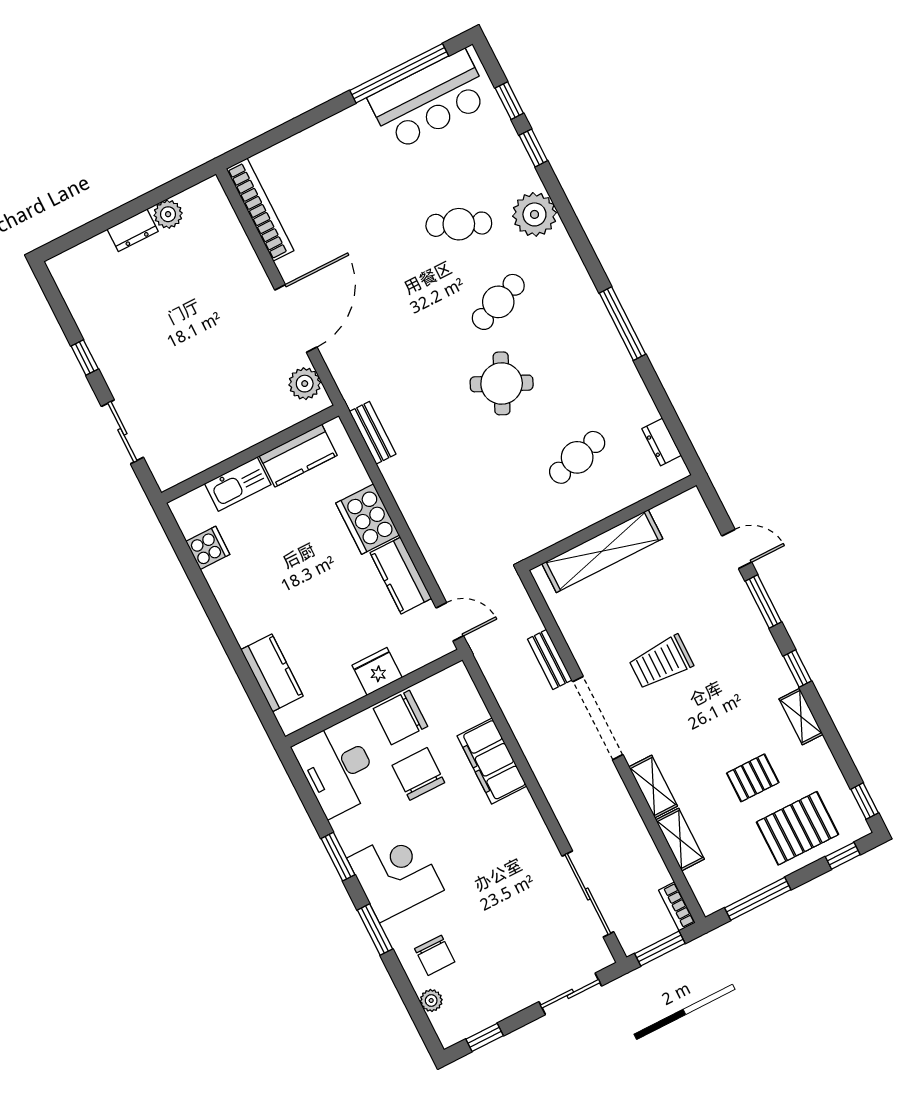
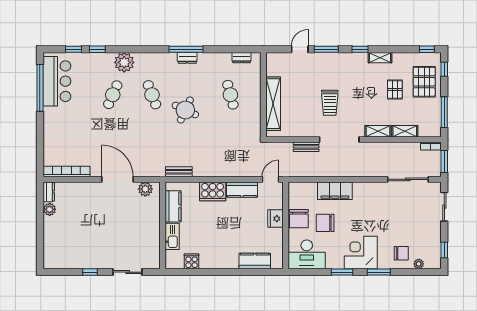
dresser: (133, 230) -> (49, 192), moved
dresser: (607, 335) -> (187, 58), added

